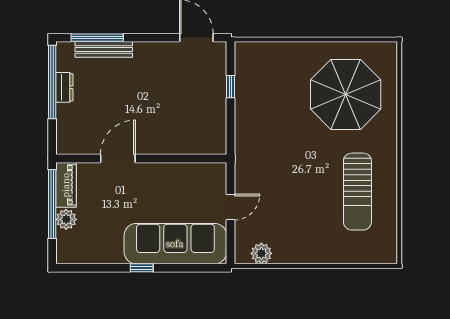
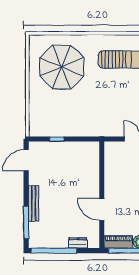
bench: (104, 49) -> (34, 203), moved
dresser: (64, 87) -> (78, 243), moved

